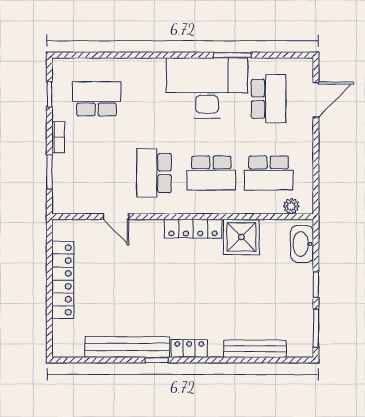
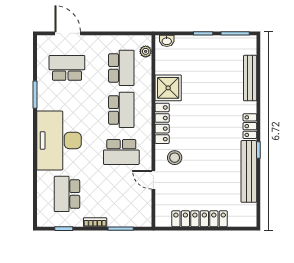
desk: (207, 88) -> (59, 140), moved
door: (116, 217) -> (153, 180), swing flipped
washbasin: (302, 244) -> (167, 41), width x0.52, depth x0.69
stool: (146, 246) -> (175, 158), added

